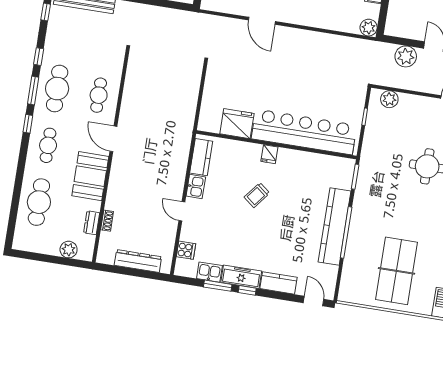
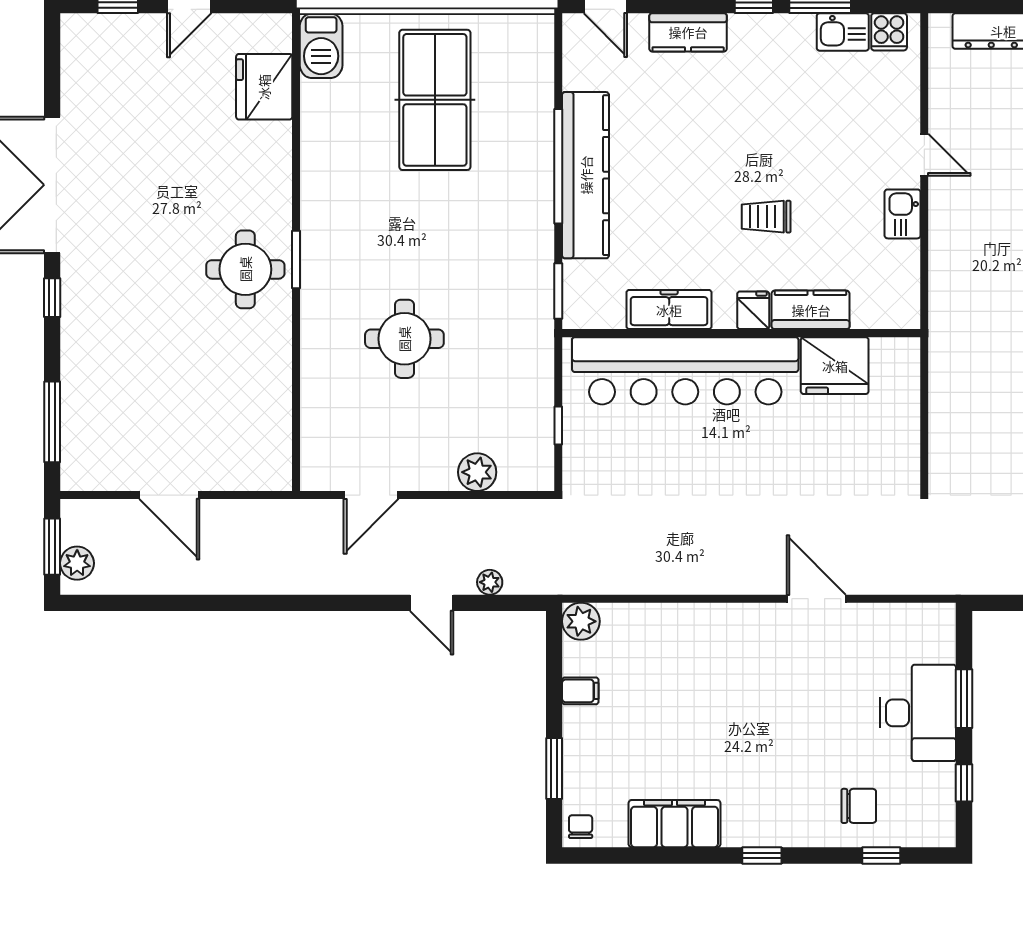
plant: (406, 56) -> (490, 582), width x0.53, depth x0.53
plant: (389, 99) -> (477, 472), moved
kitchen counter: (201, 157) -> (811, 310), moved, turned 90
trolley: (257, 195) -> (766, 217), turned -128
cooker: (186, 250) -> (889, 32), moved, turned -90
freezer: (241, 277) -> (669, 310), moved, turned 180

